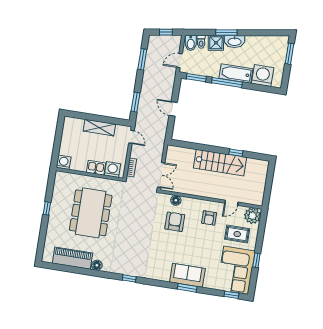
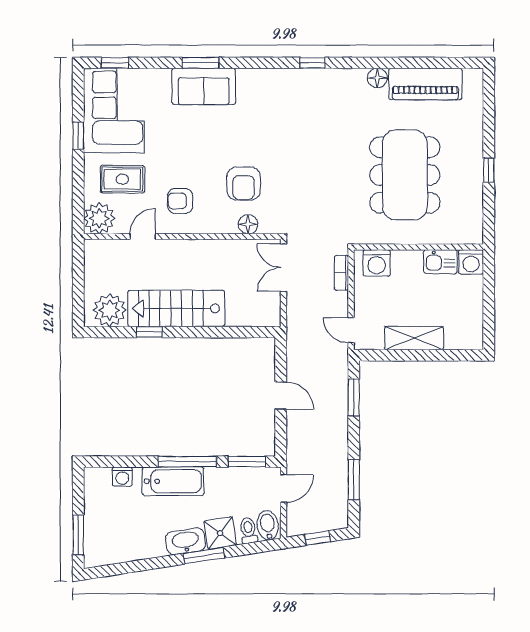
washing machine: (263, 76) -> (122, 477), width x0.53, depth x0.53
plant: (255, 167) -> (110, 310), added
kitchen sink: (96, 168) -> (440, 262), moved
armchair: (209, 218) -> (180, 201), turned -90

